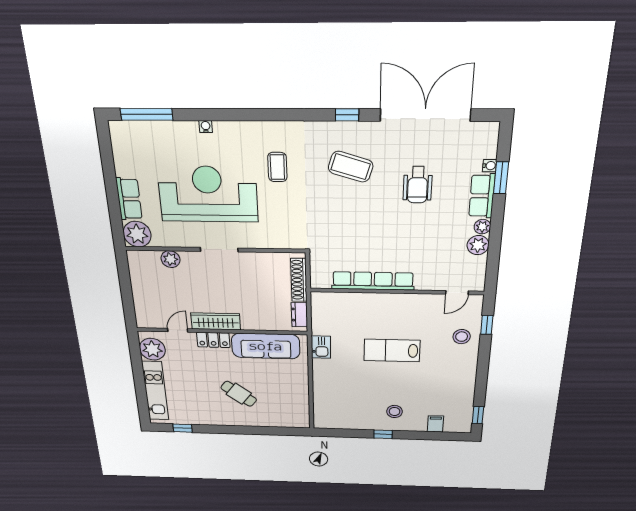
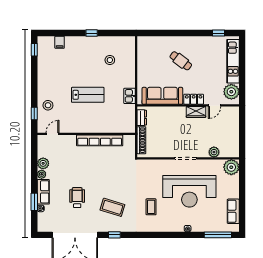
row of seats: (129, 199) -> (233, 211), moved
wardrobe: (216, 321) -> (196, 112), width x0.67
stool: (395, 411) -> (110, 60), moved

